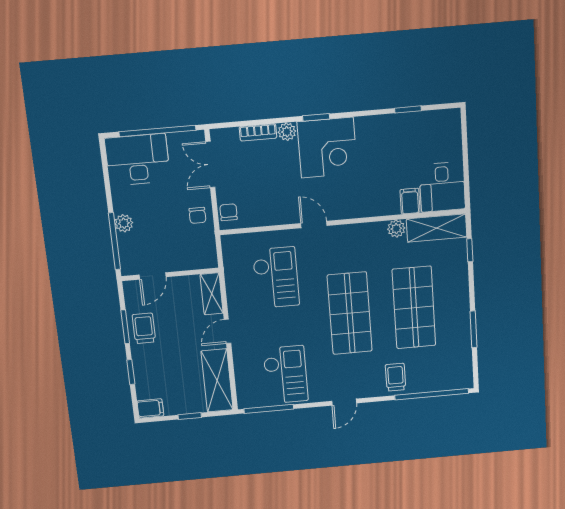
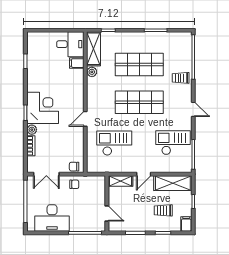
desk: (137, 160) -> (52, 218), moved, turned -90
plant: (124, 223) -> (75, 226), removed
trolley: (144, 328) -> (163, 210), moved
door: (227, 331) -> (144, 174), hinge flipped

